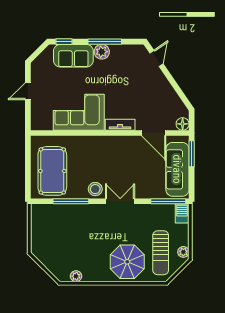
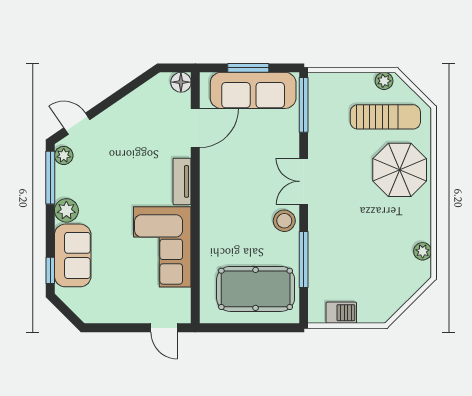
window: (105, 42) -> (50, 178), moved
plant: (136, 50) -> (64, 155), added
door: (28, 91) -> (164, 328), moved
window: (192, 154) -> (248, 68), moved
barbecue: (182, 214) -> (341, 313), moved, turned 180

